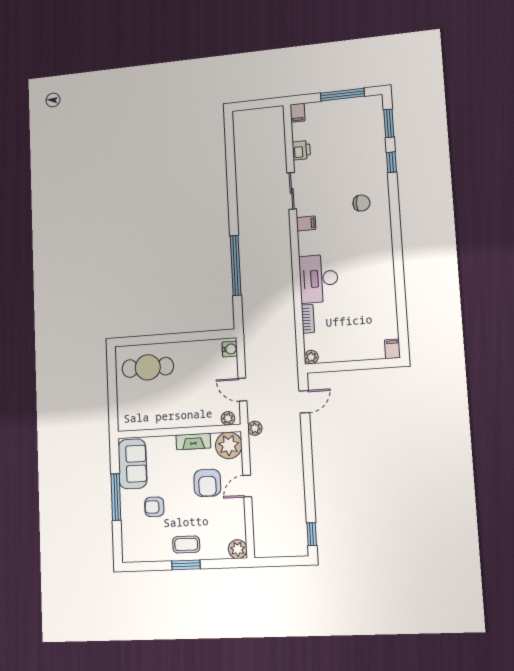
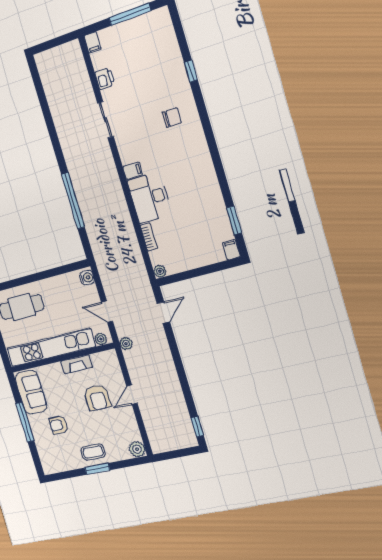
window: (389, 123) -> (234, 220), moved
filing cabinet: (306, 223) -> (133, 171), moved
kitchen unit: (169, 418) -> (51, 348), added
plant: (229, 445) -> (107, 362), removed

